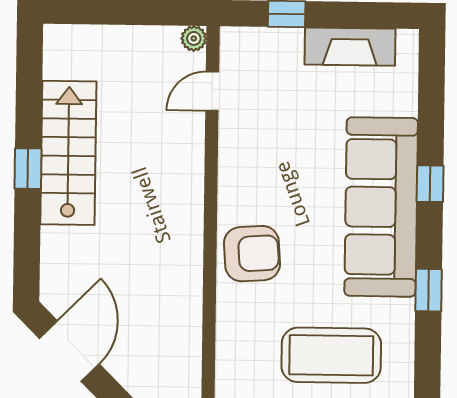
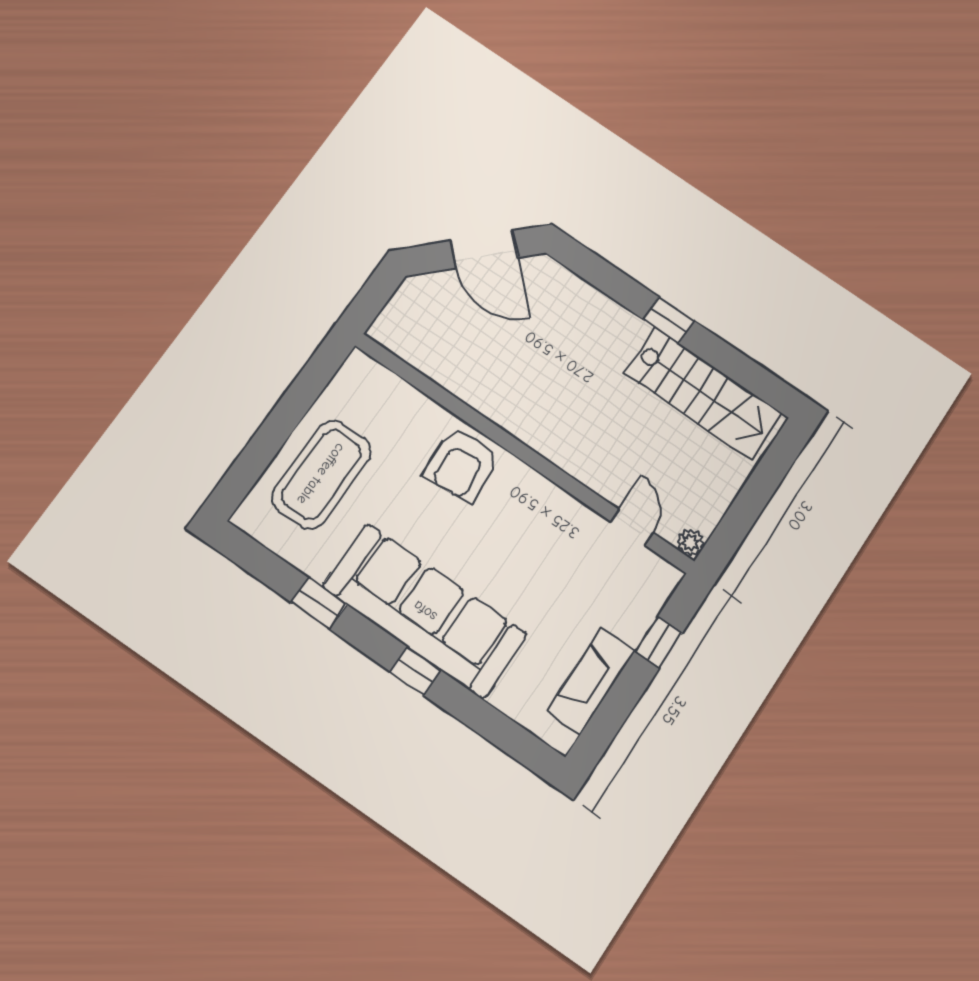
stairs: (68, 153) -> (703, 393), moved

